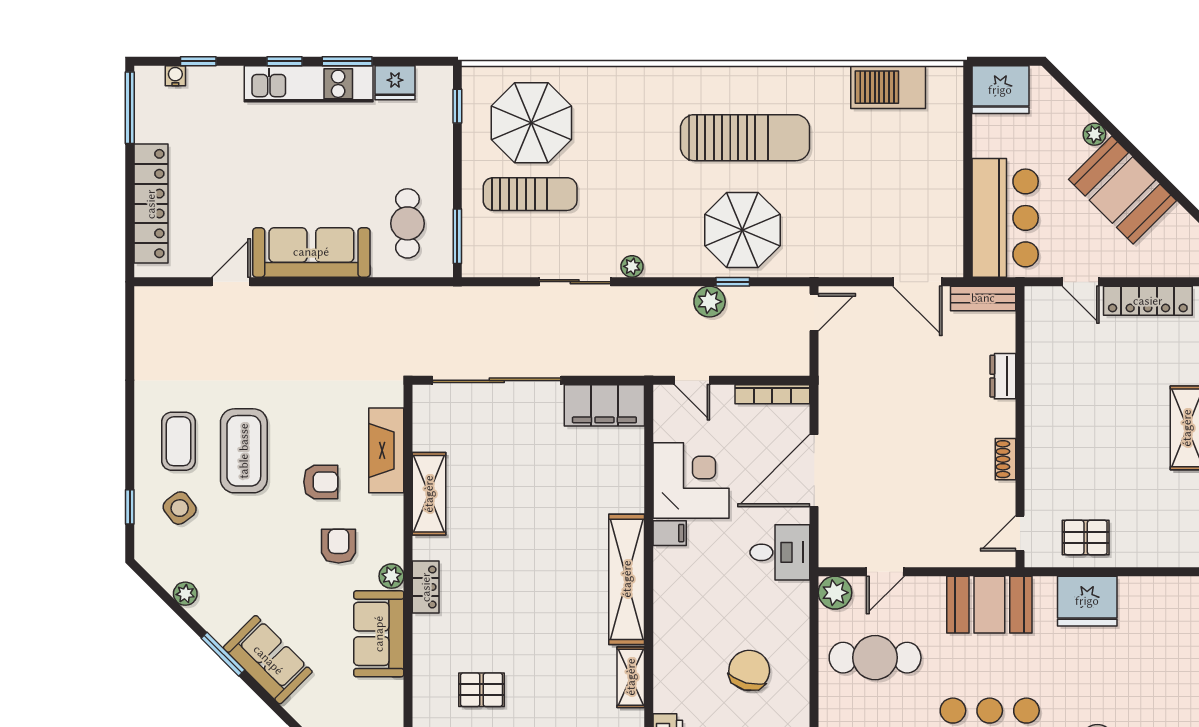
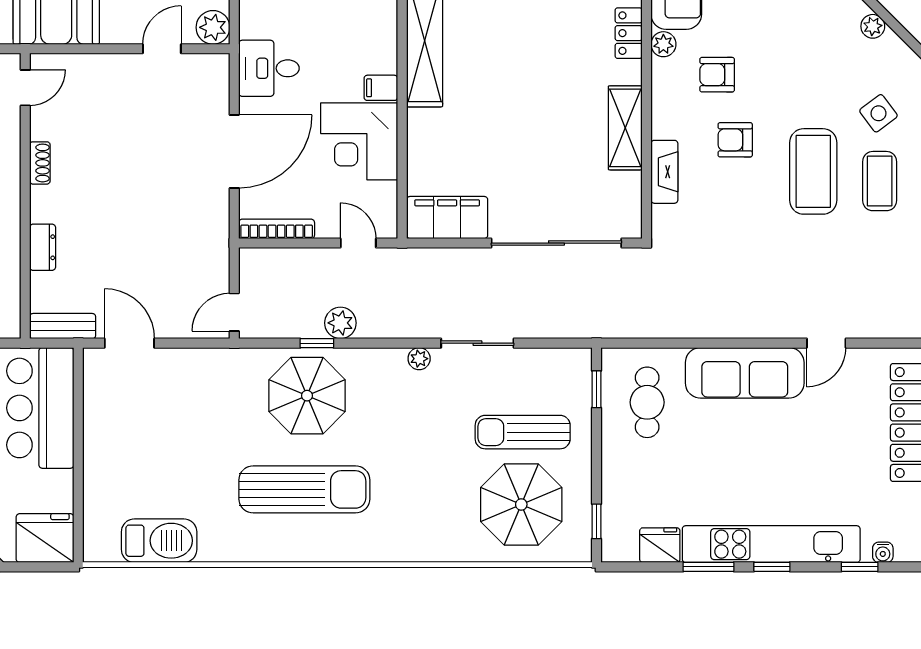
kitchen unit: (309, 84) -> (771, 544), width x1.36
sun lounger: (745, 138) -> (304, 489), turned 180
window: (457, 236) -> (596, 389), width x0.67
fireplace: (386, 450) -> (664, 172), width x0.73, depth x0.76
armchair: (339, 546) -> (717, 75), turned 90

